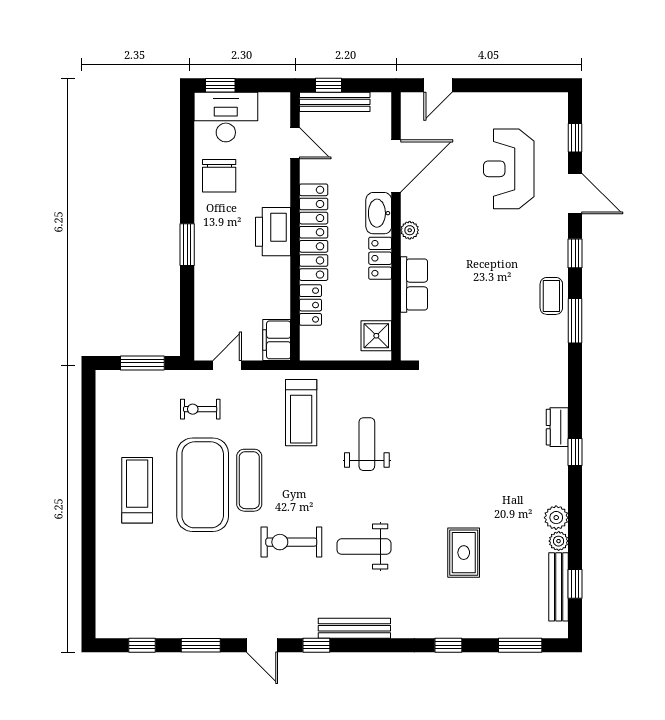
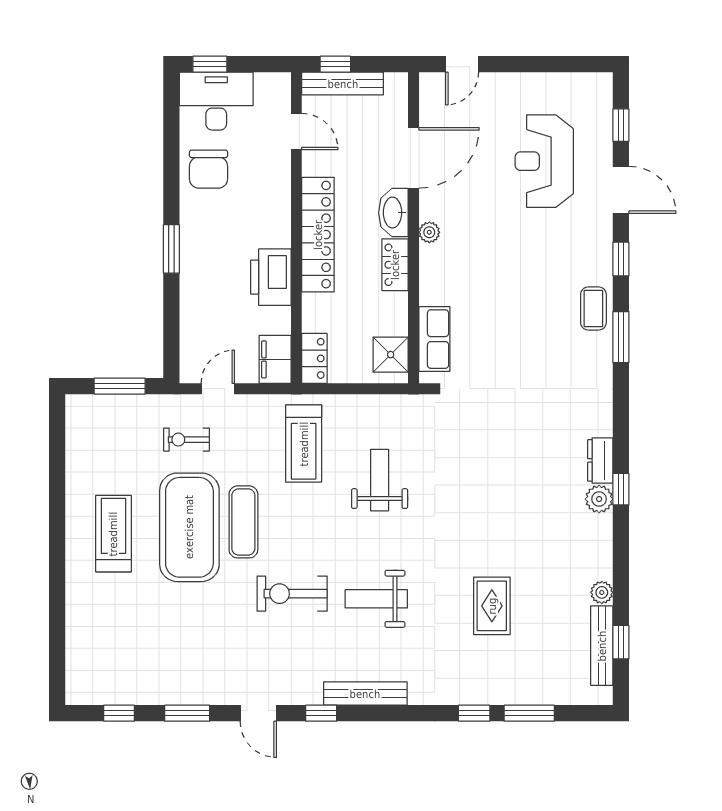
printer: (273, 232) -> (271, 277), moved
row of seats: (414, 285) -> (434, 339), moved
locker: (311, 305) -> (314, 358), moved
plant: (556, 518) -> (599, 499), moved
window: (520, 645) -> (529, 713), moved

